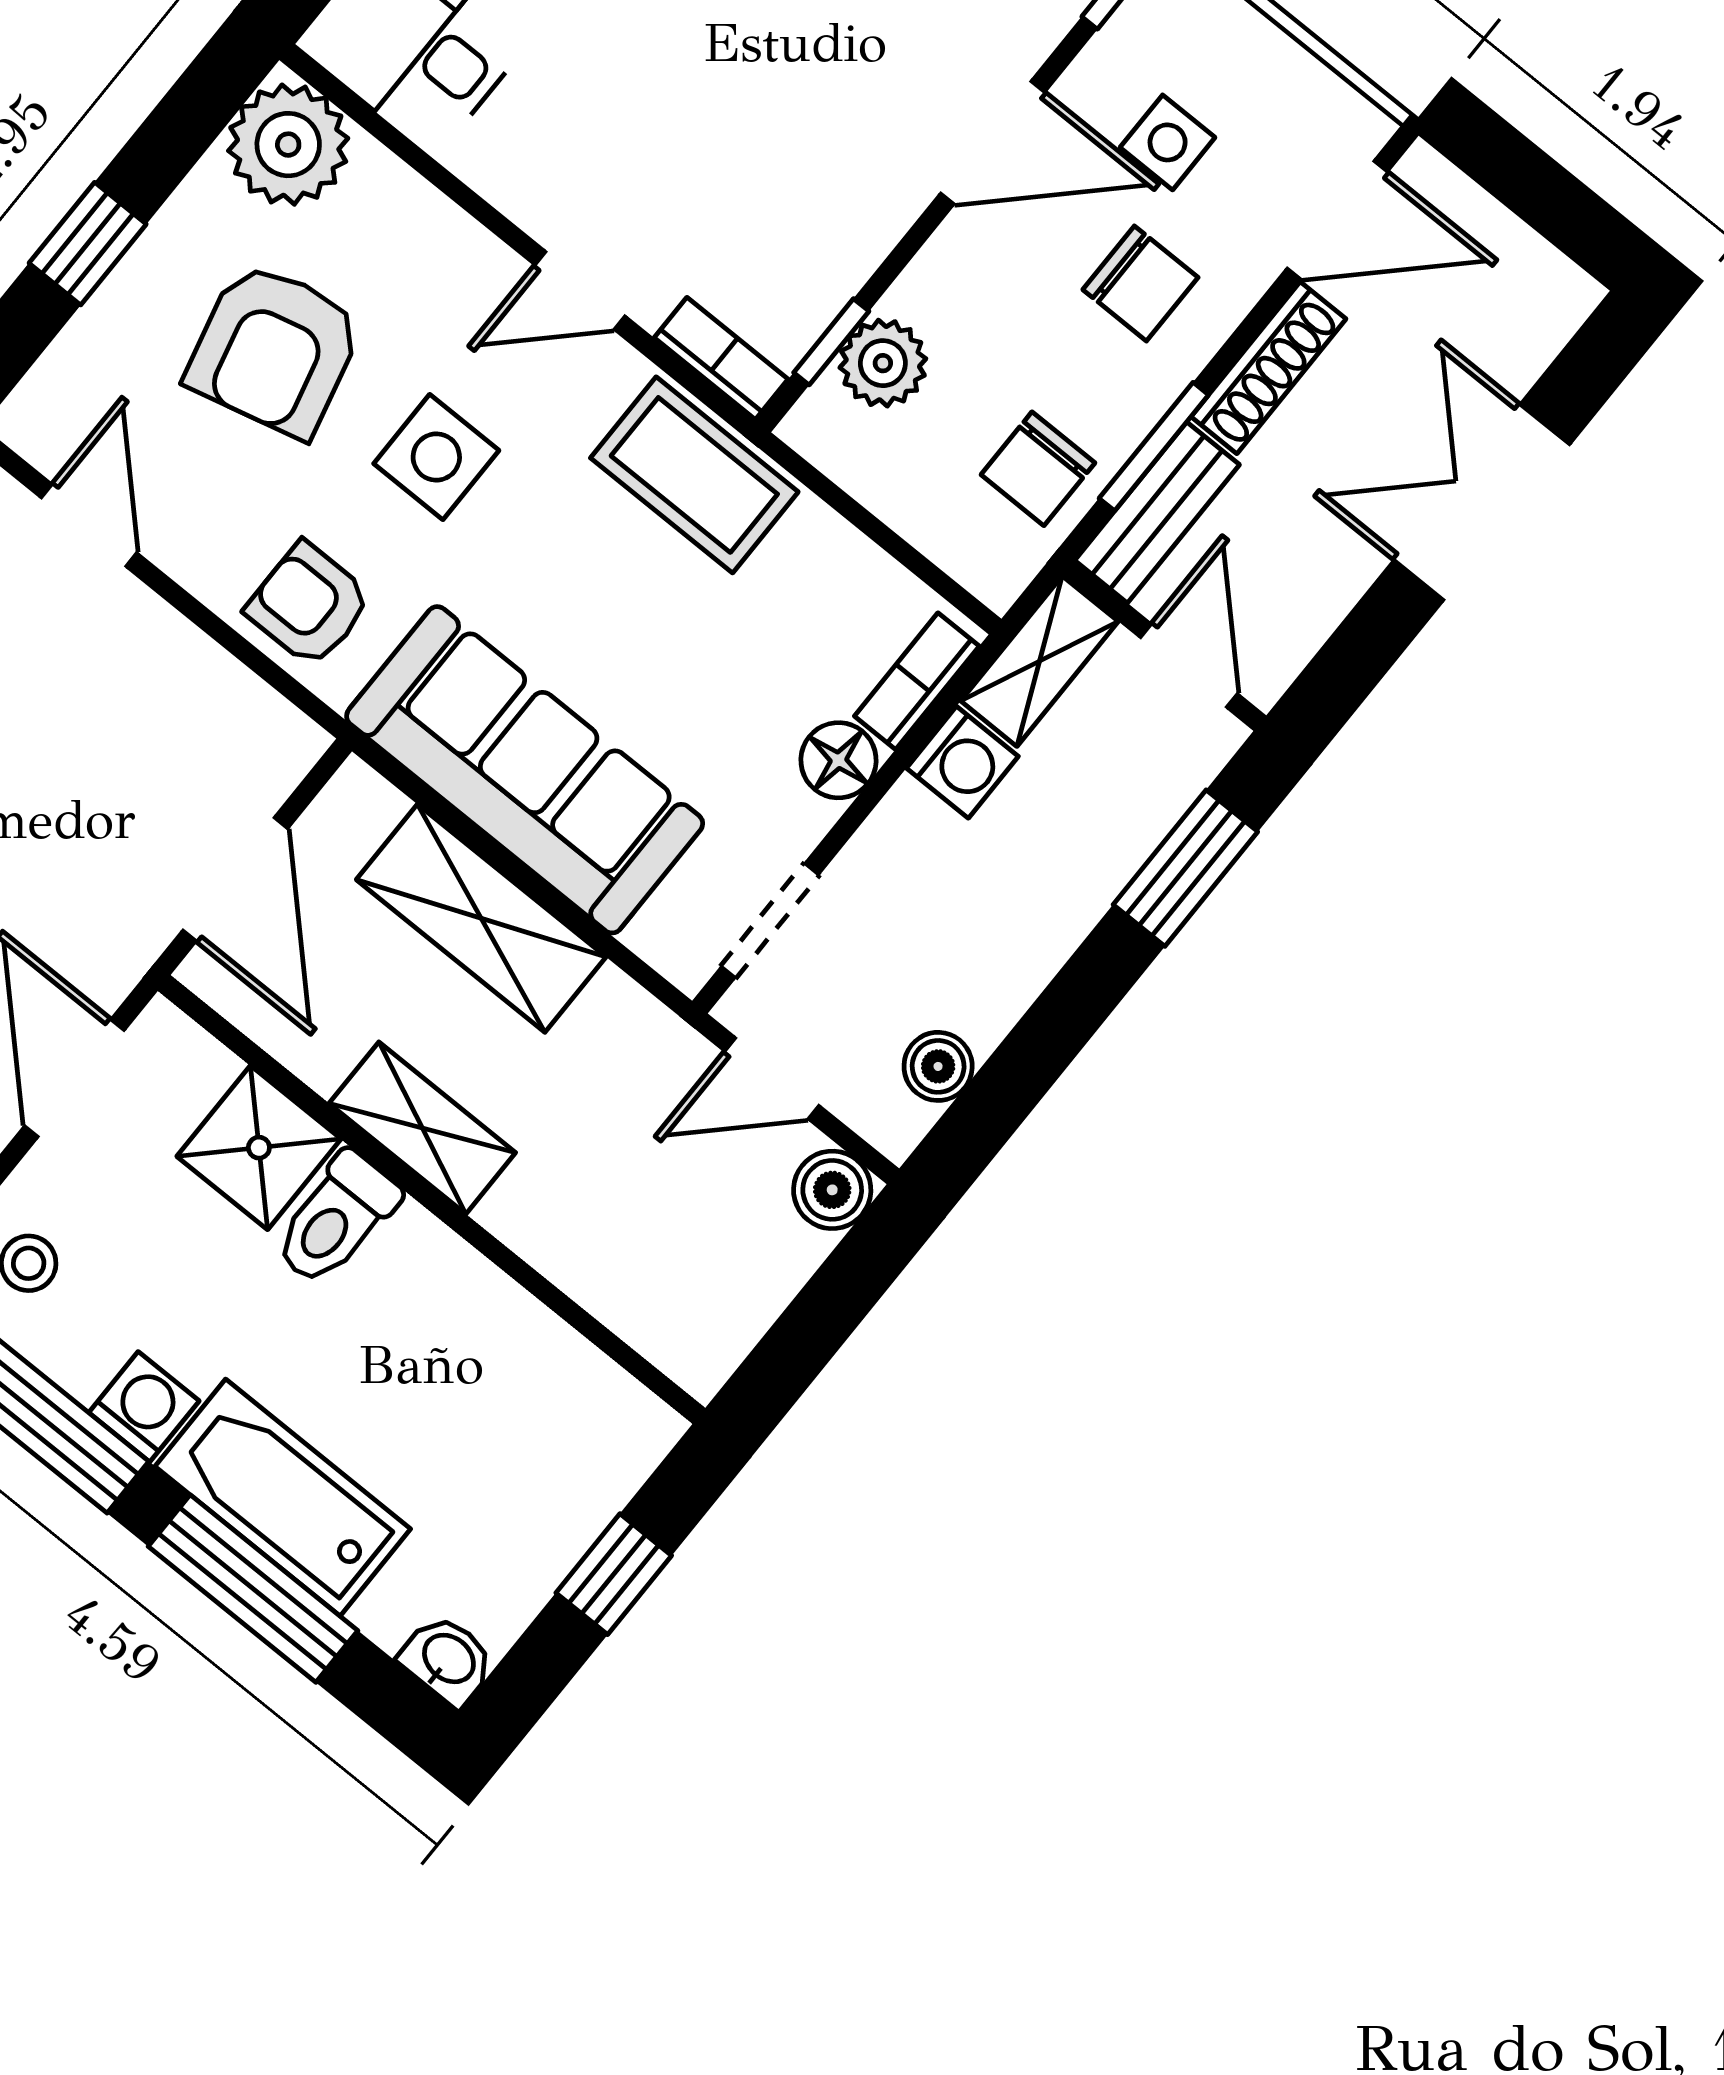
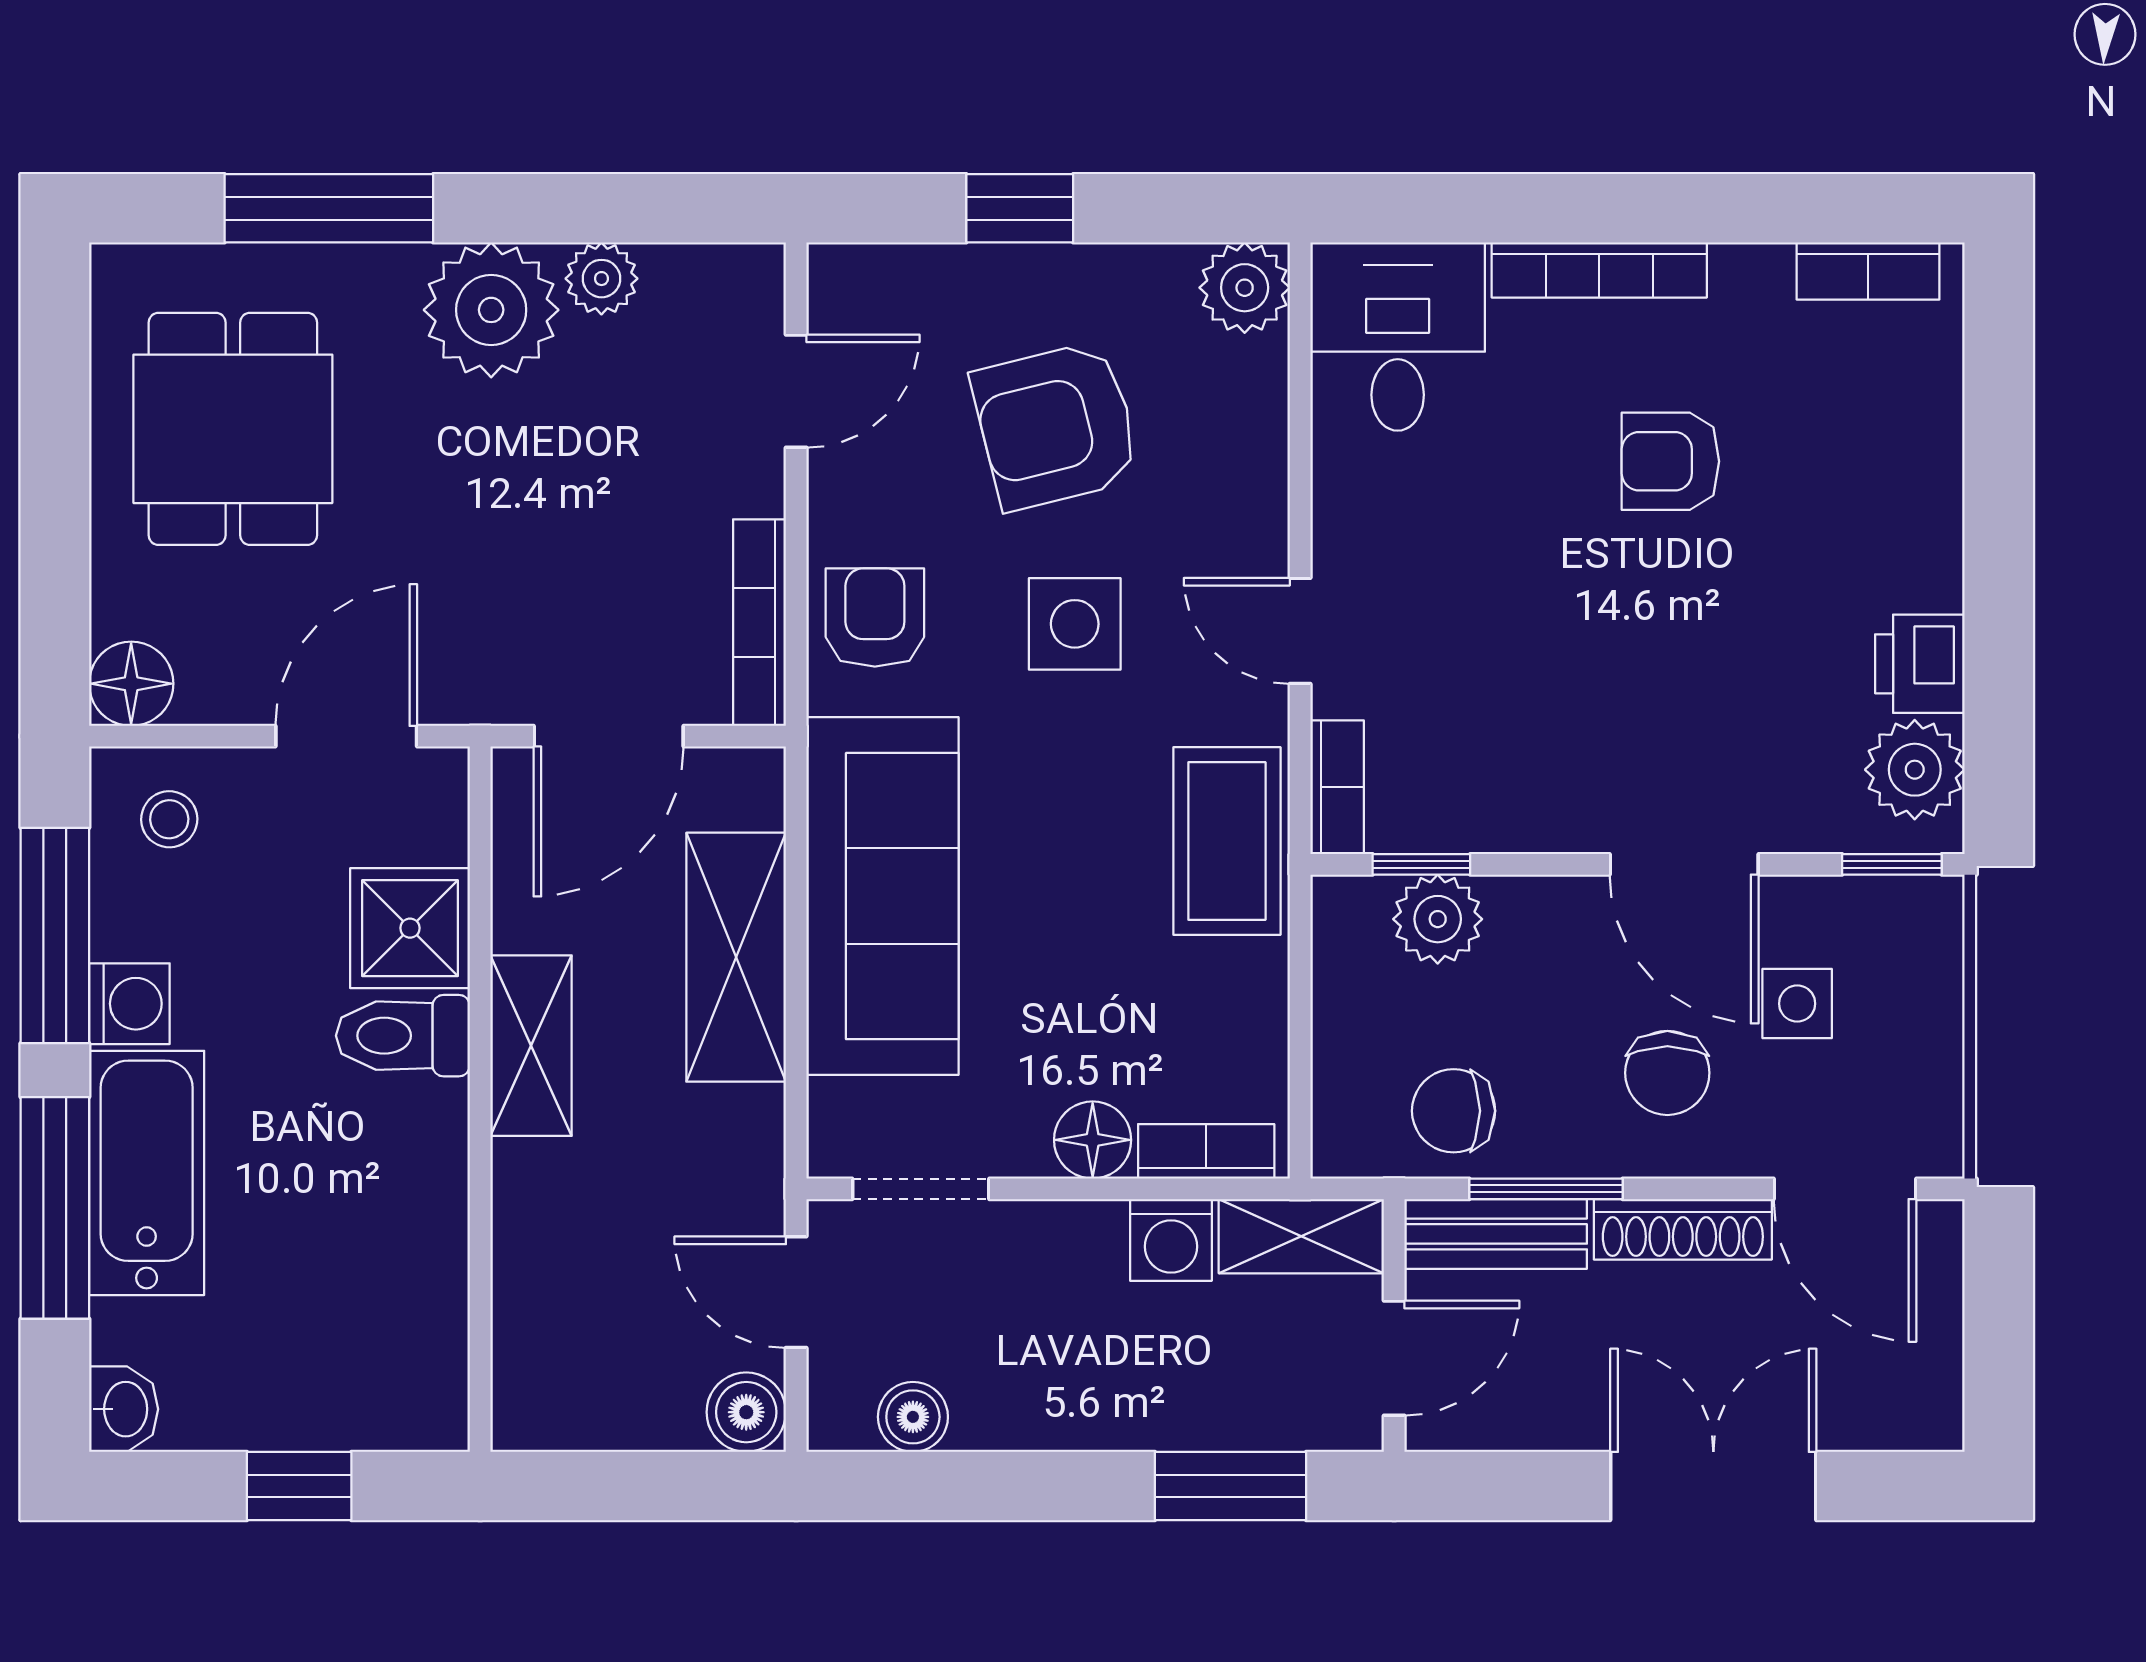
plant: (288, 145) -> (1245, 288), width x0.73, depth x0.73
bookcase: (242, 695) -> (759, 623), added

